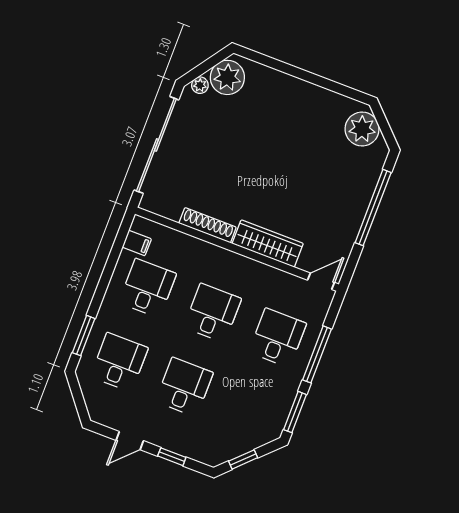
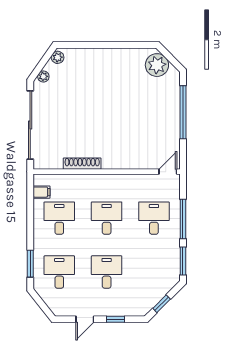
plant: (227, 77) -> (58, 57), width x0.53, depth x0.53
wardrobe: (268, 244) -> (125, 161), removed

